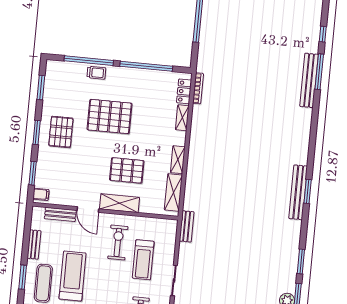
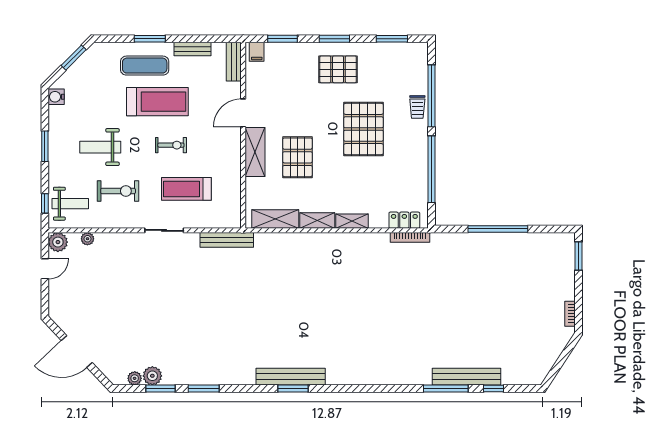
bench: (309, 80) -> (467, 377), moved
shelving: (182, 118) -> (352, 221), moved
bench: (60, 214) -> (234, 62), moved
bench: (187, 226) -> (227, 240), width x1.36
exercise bike: (118, 242) -> (171, 145), moved, width x0.73, depth x0.72

